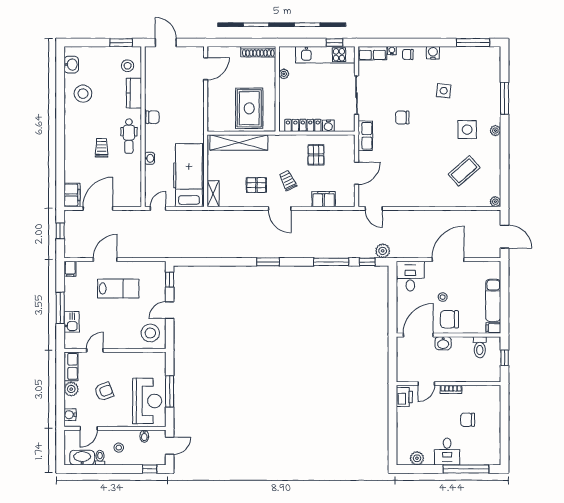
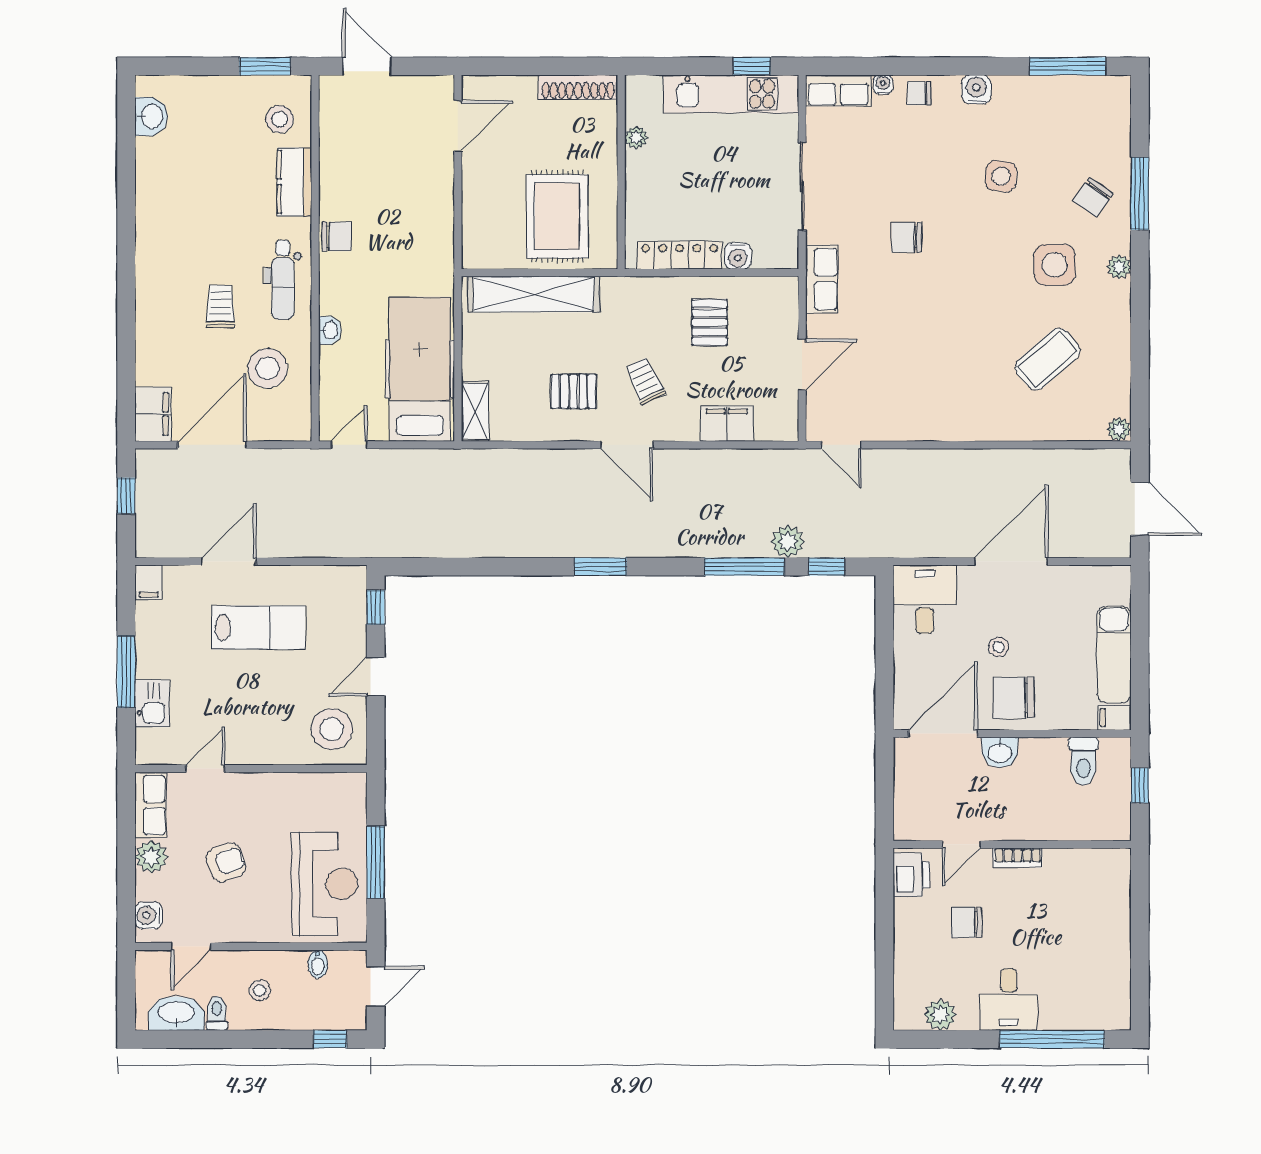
stool: (83, 94) -> (268, 368), moved
chair: (484, 100) -> (1093, 197), added
plant: (383, 251) -> (788, 542), moved
chair: (468, 420) -> (967, 922), moved

